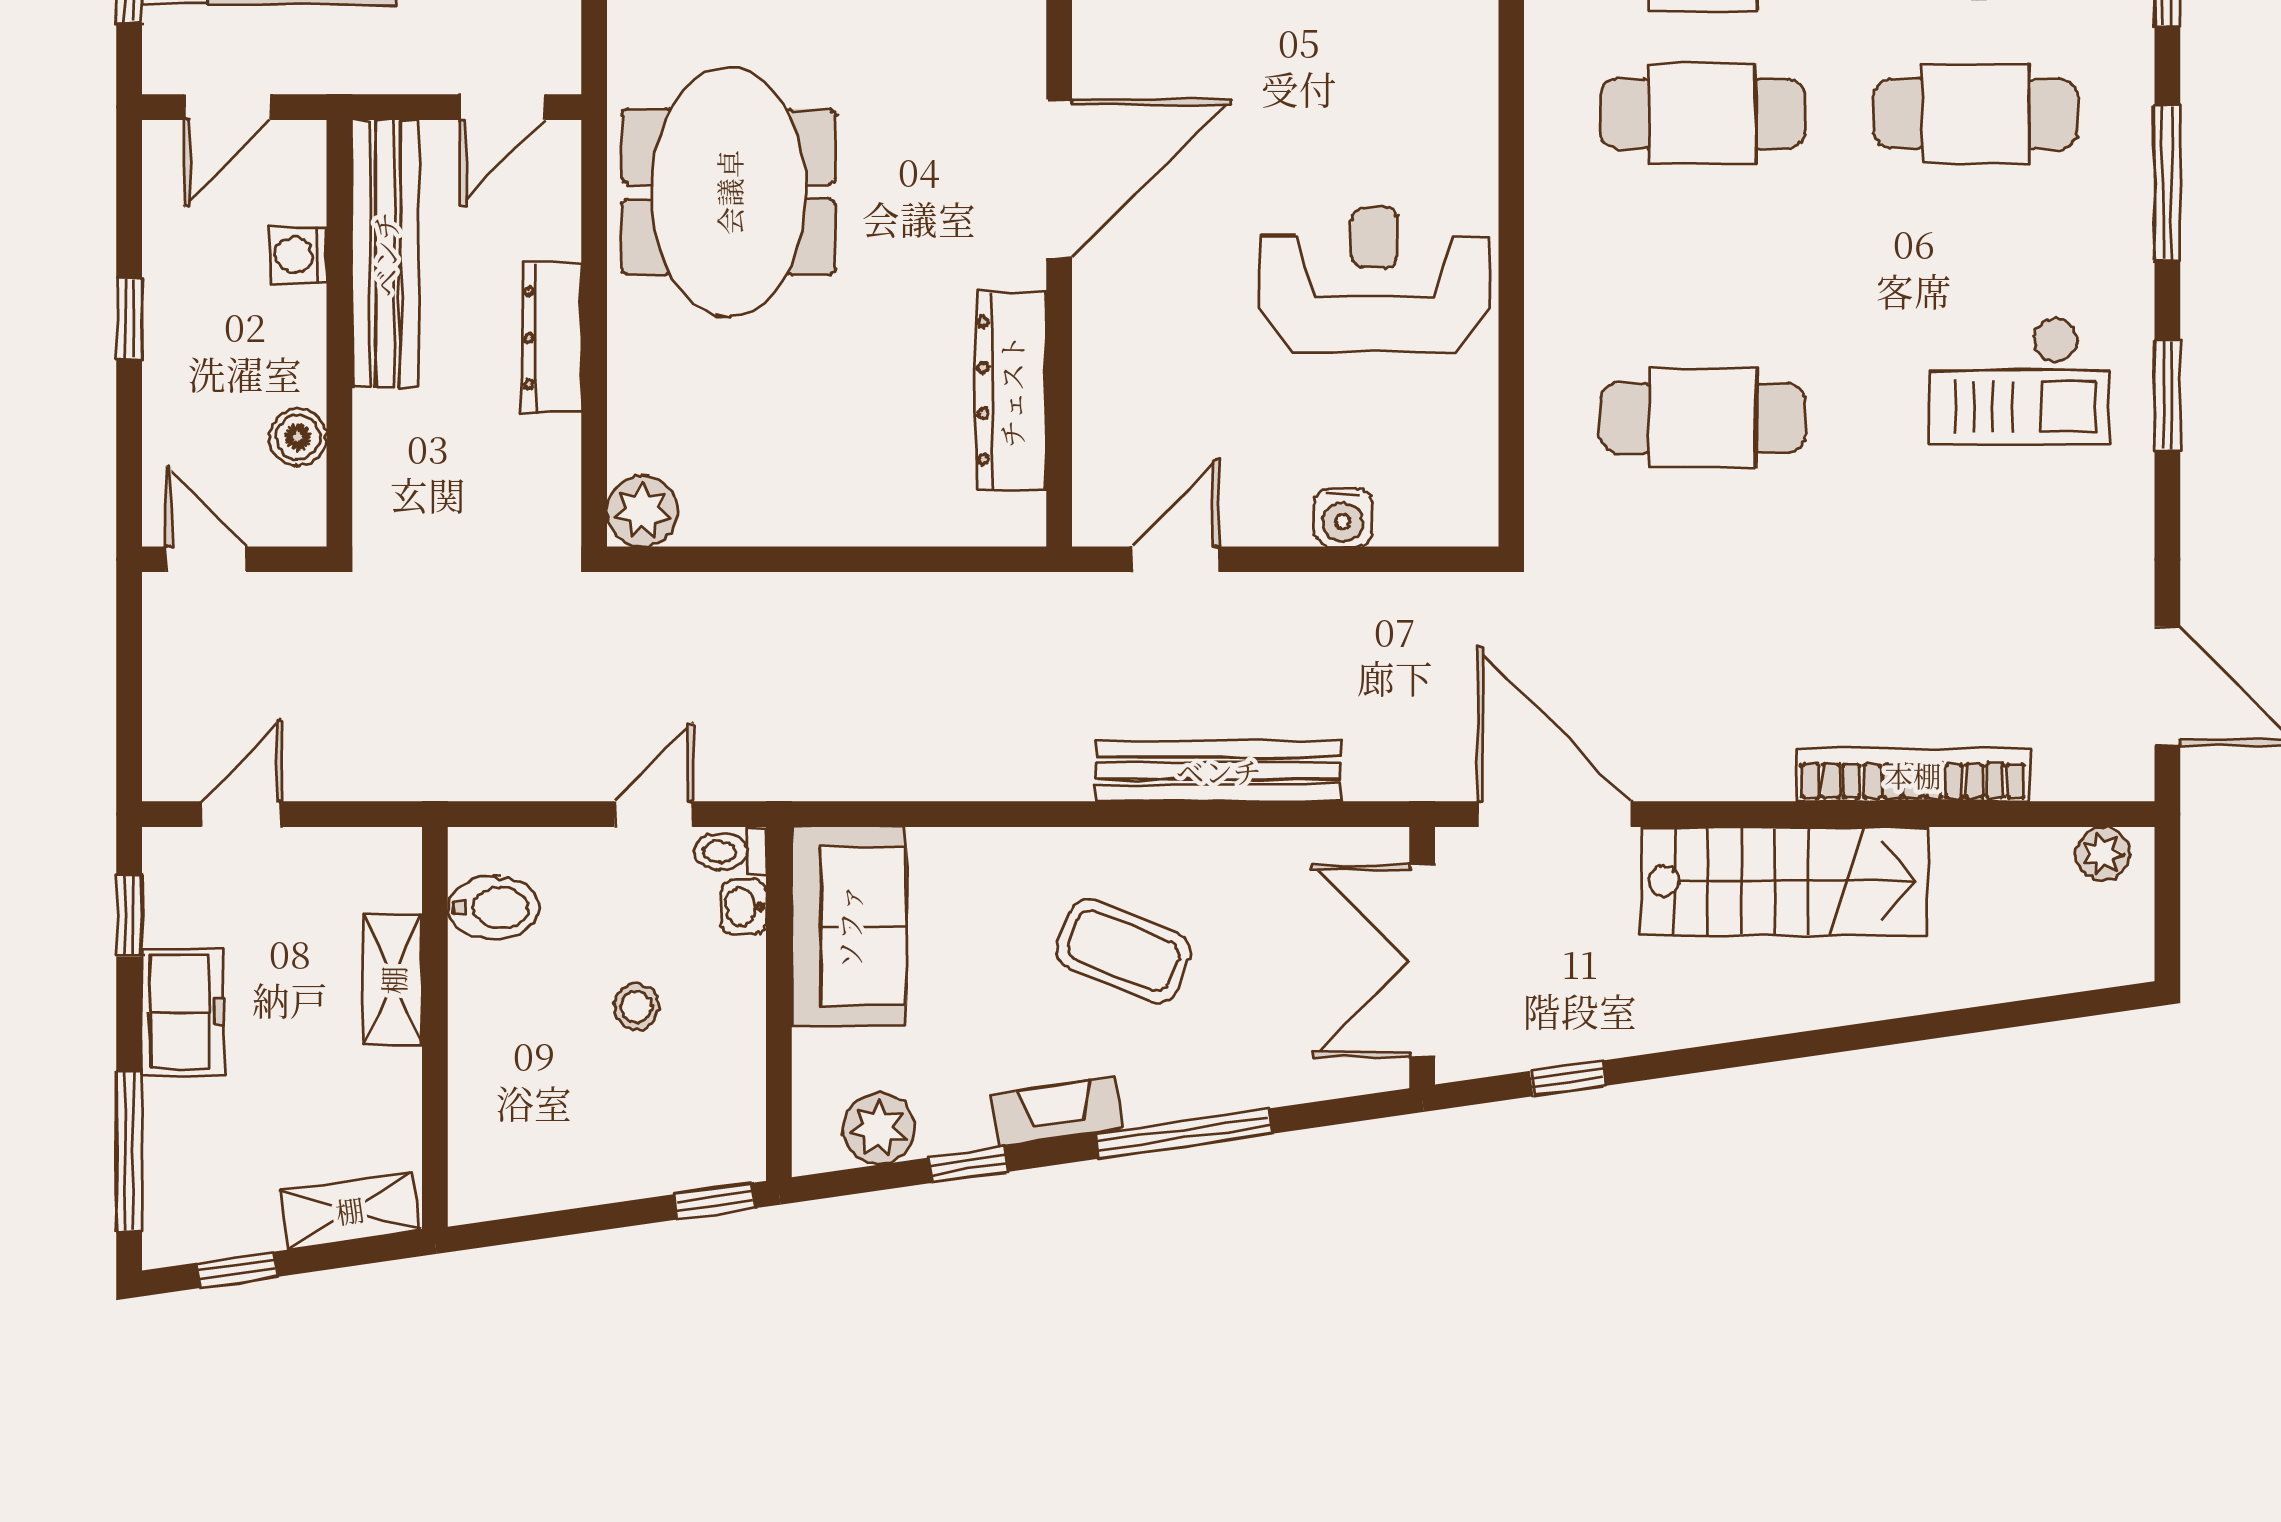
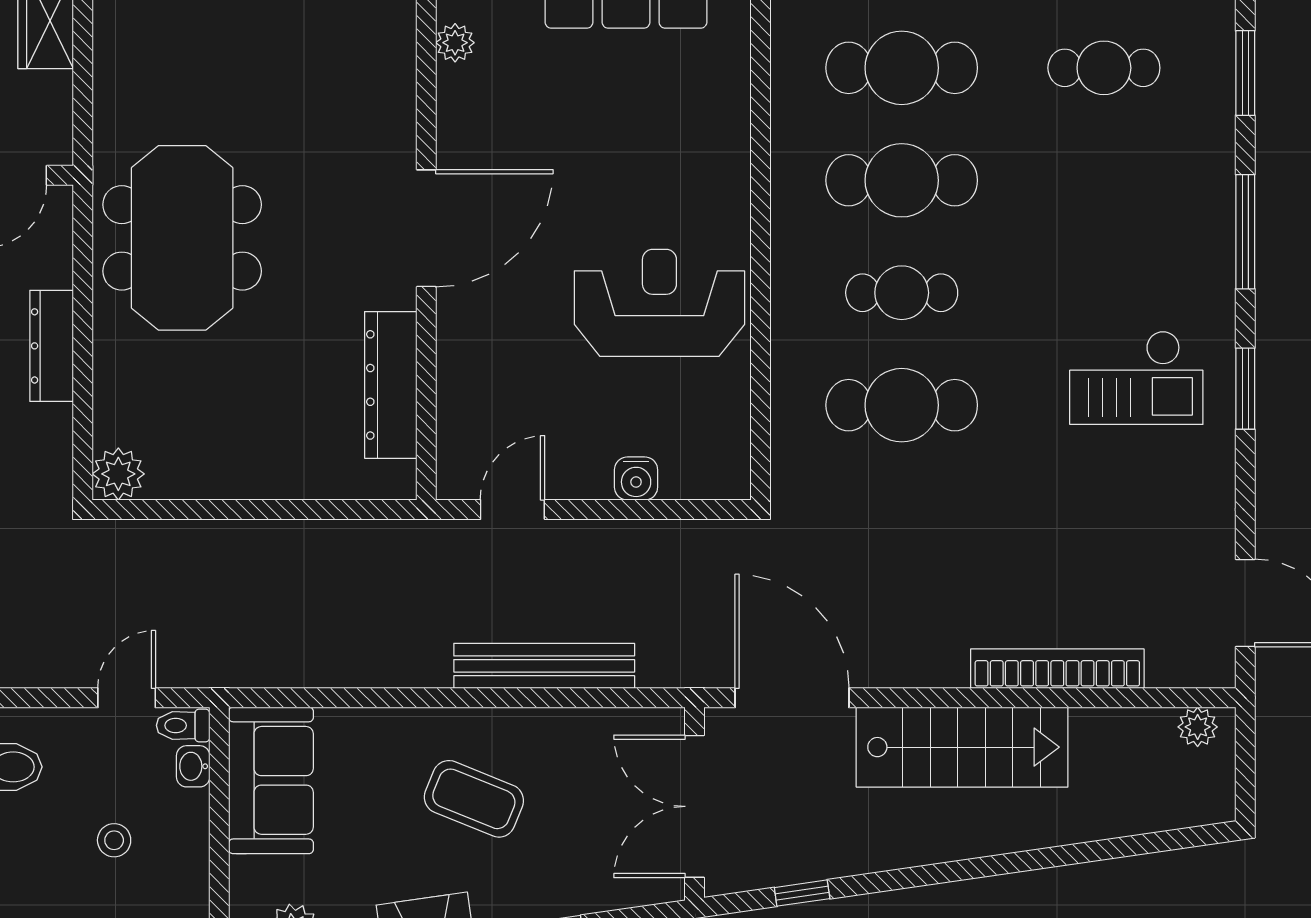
cafe table: (1976, 114) -> (902, 293), moved, width x0.73, depth x0.74

